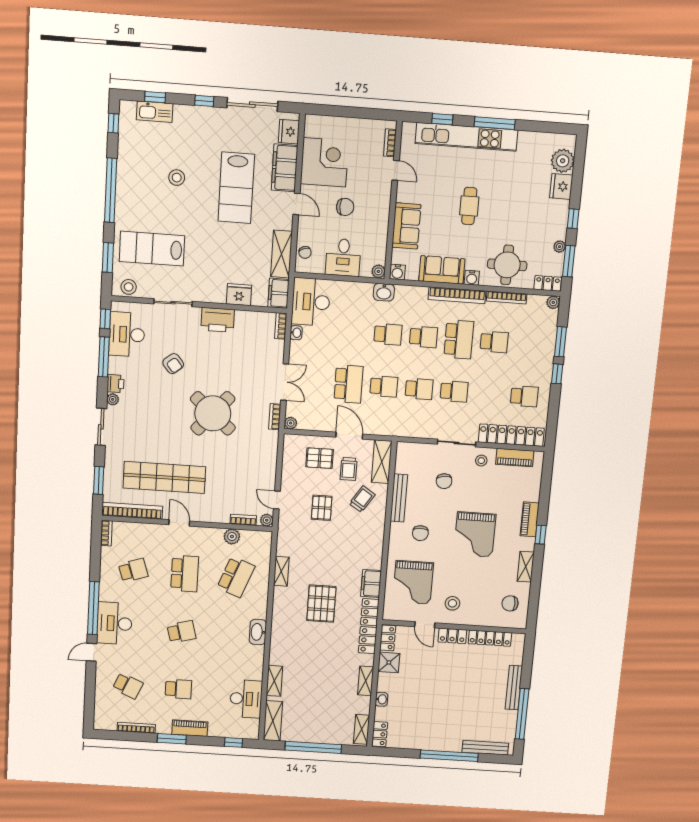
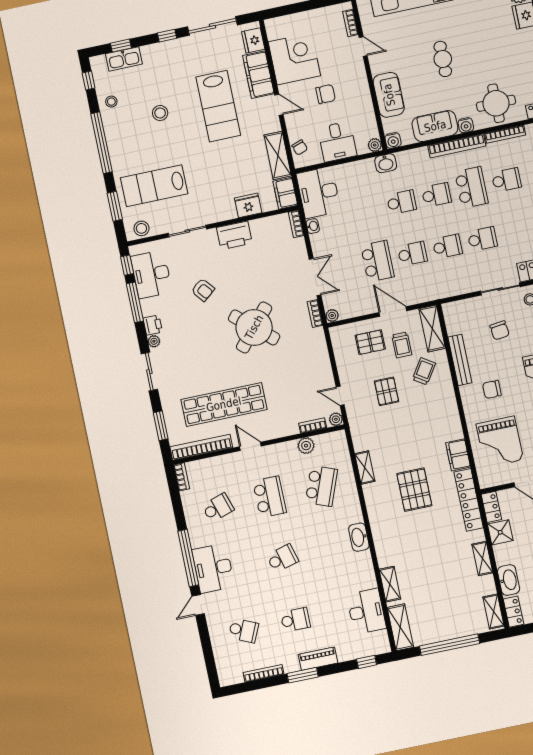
stool: (131, 152) -> (111, 102), added
chair: (420, 533) -> (492, 389), turned 90
washbasin: (381, 699) -> (509, 580), width x1.91, depth x1.45

